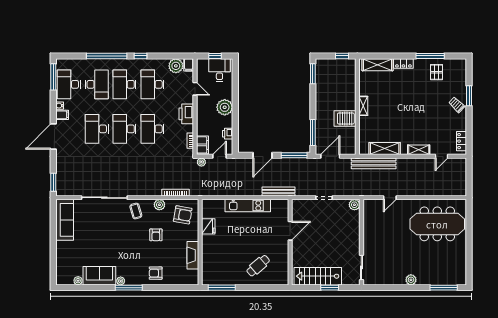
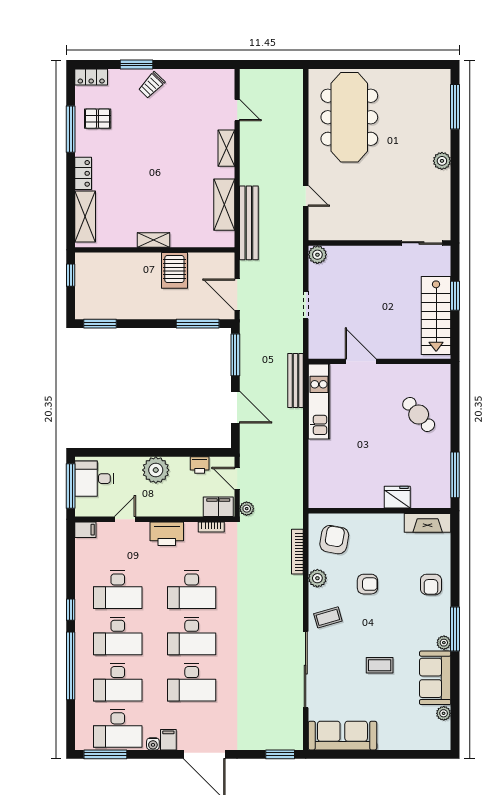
window: (215, 56) -> (71, 486), width x2.17
plant: (176, 66) -> (87, 551), removed
desk: (97, 84) -> (118, 682), turned 180
locker: (462, 141) -> (91, 77), moved
kitchen unit: (248, 206) -> (319, 402), moved
fridge: (208, 226) -> (397, 497), moved
coffee table: (107, 242) -> (380, 665), added
fireplace: (193, 255) -> (428, 523), moved

